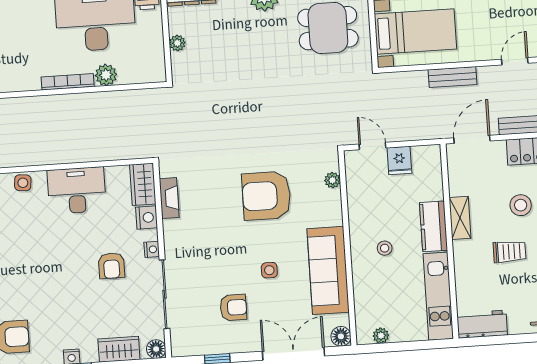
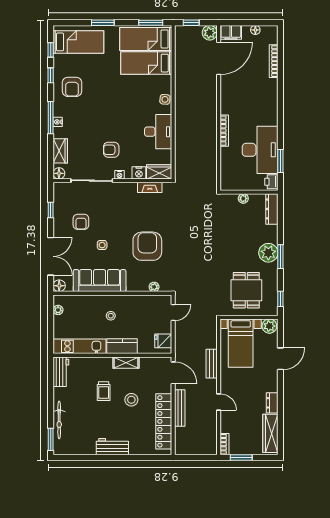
plant: (106, 75) -> (227, 154), removed
fridge: (399, 160) -> (163, 341), moved

